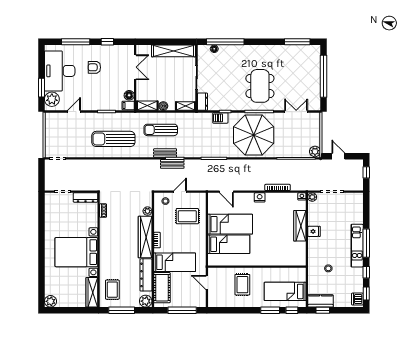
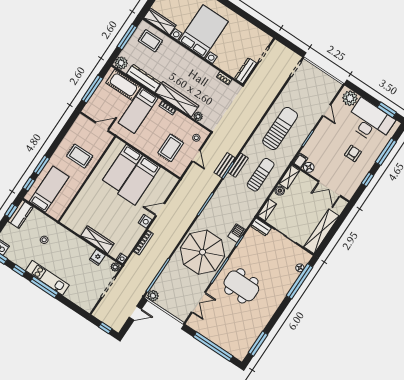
window: (41, 88) -> (387, 110), moved
door: (226, 192) -> (160, 210), moved
fridge: (314, 231) -> (97, 257), moved

